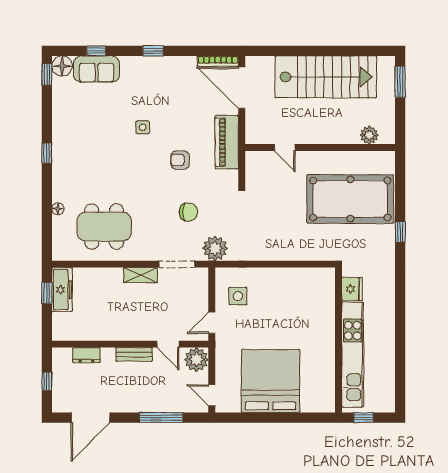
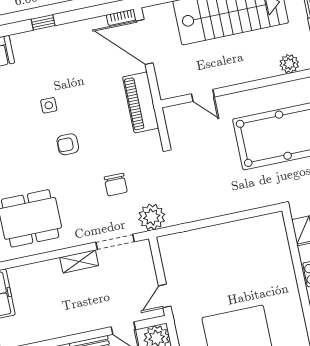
bookcase: (218, 61) -> (121, 17), width x0.64
armchair: (180, 160) -> (68, 144), moved
chair: (188, 212) -> (116, 185), turned 90
side table: (238, 296) -> (186, 262), removed

